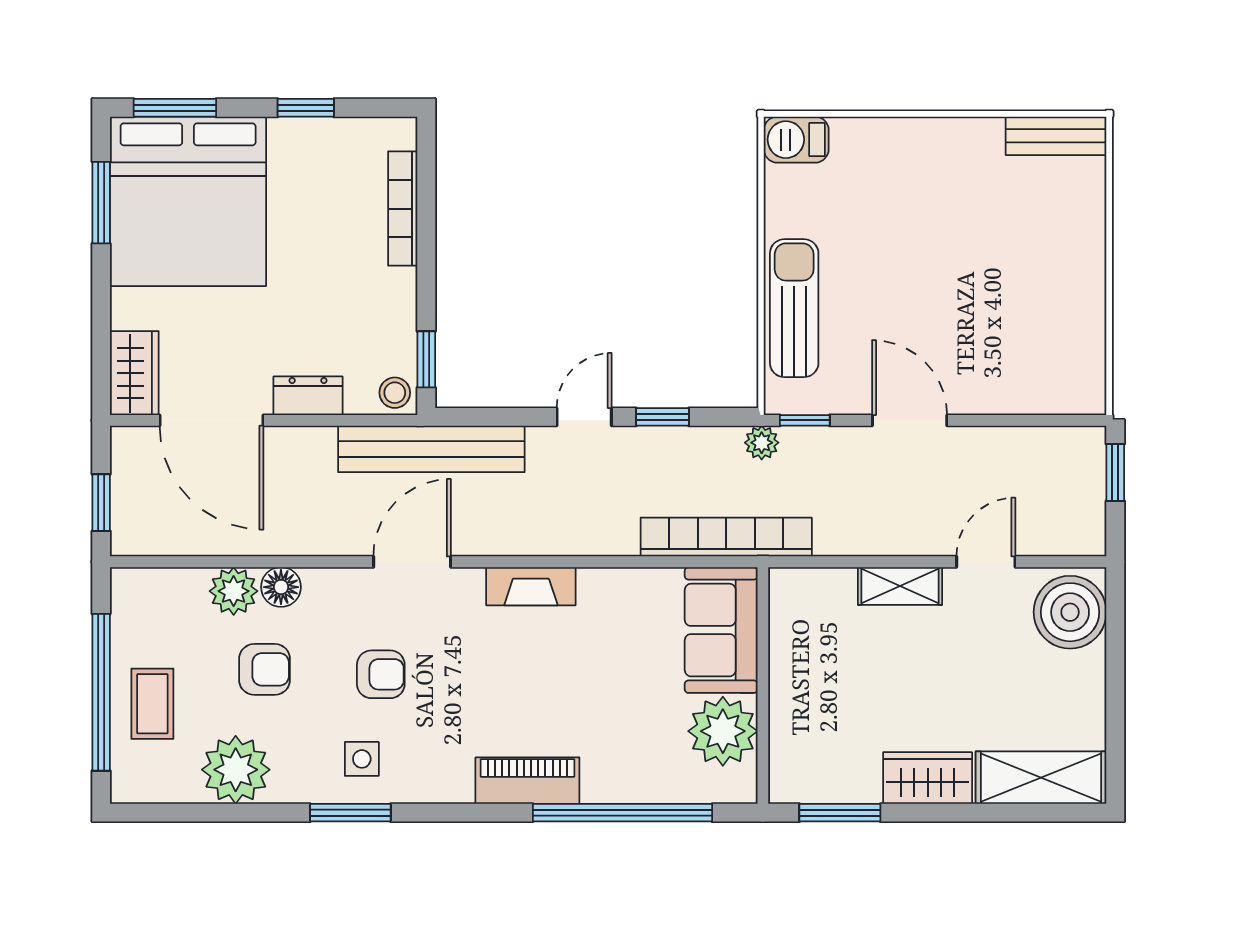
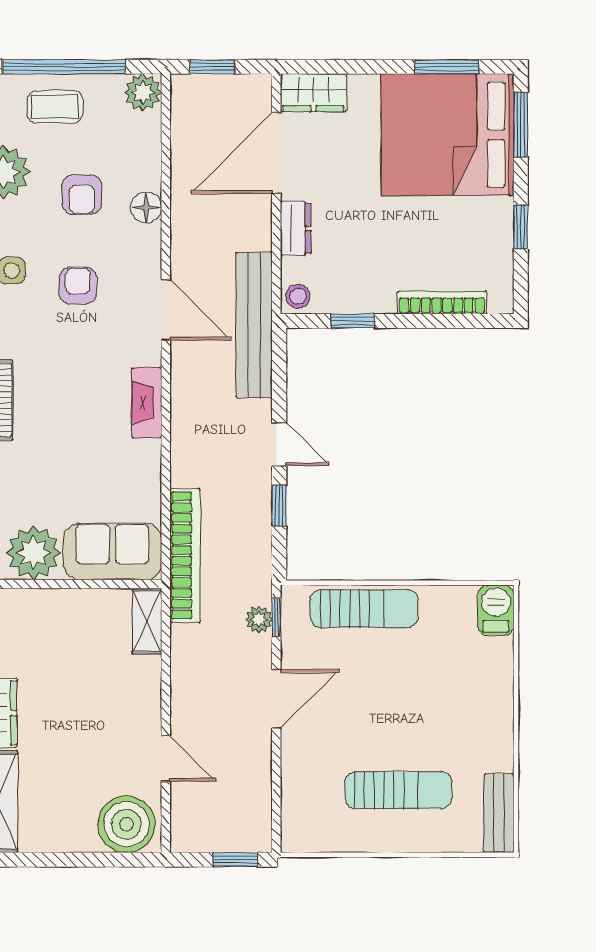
sun lounger: (1027, 264) -> (398, 790), added
window: (426, 359) -> (353, 321), moved
plant: (762, 443) -> (259, 620), moved
shelving: (900, 586) -> (147, 621), moved
plant: (234, 591) -> (143, 92), moved
armchair: (381, 674) -> (78, 285), turned 180

